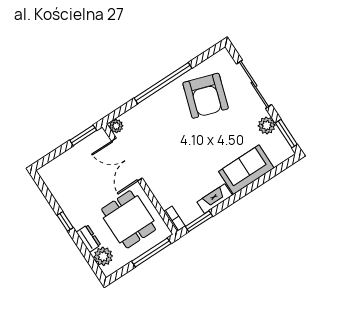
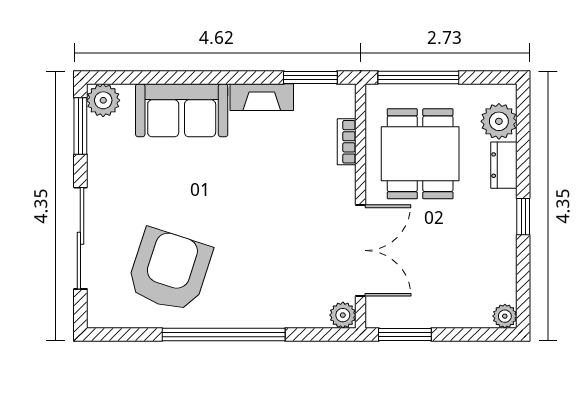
plant: (267, 125) -> (103, 100), moved
plant: (44, 172) -> (505, 316), added
bookcase: (174, 219) -> (347, 142), moved

